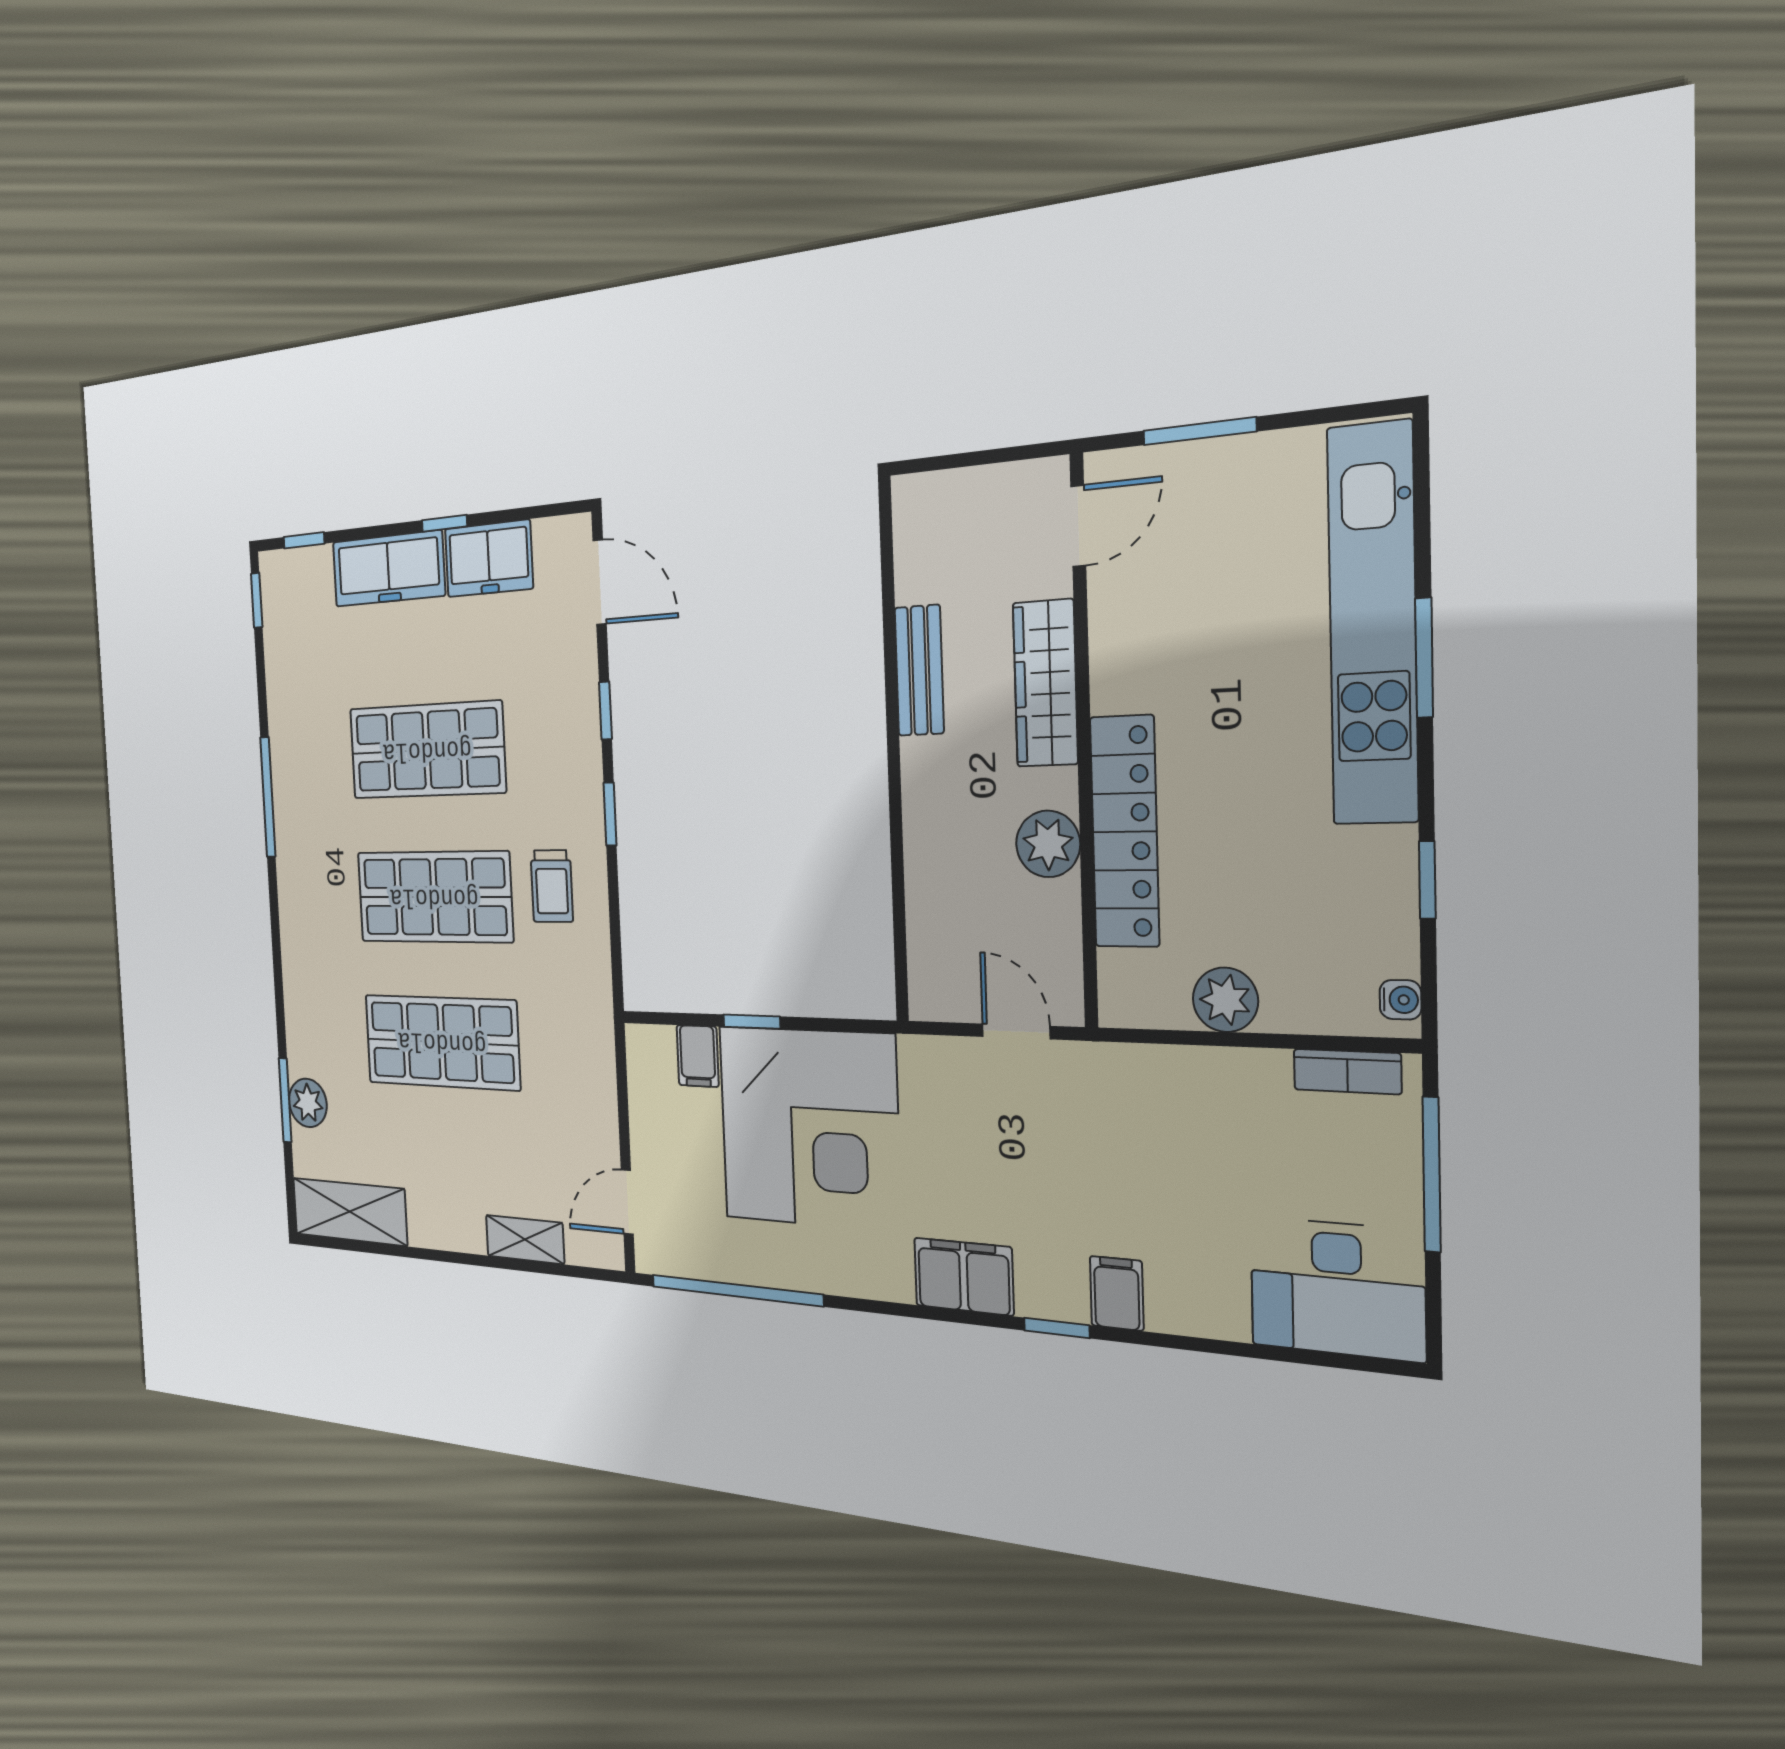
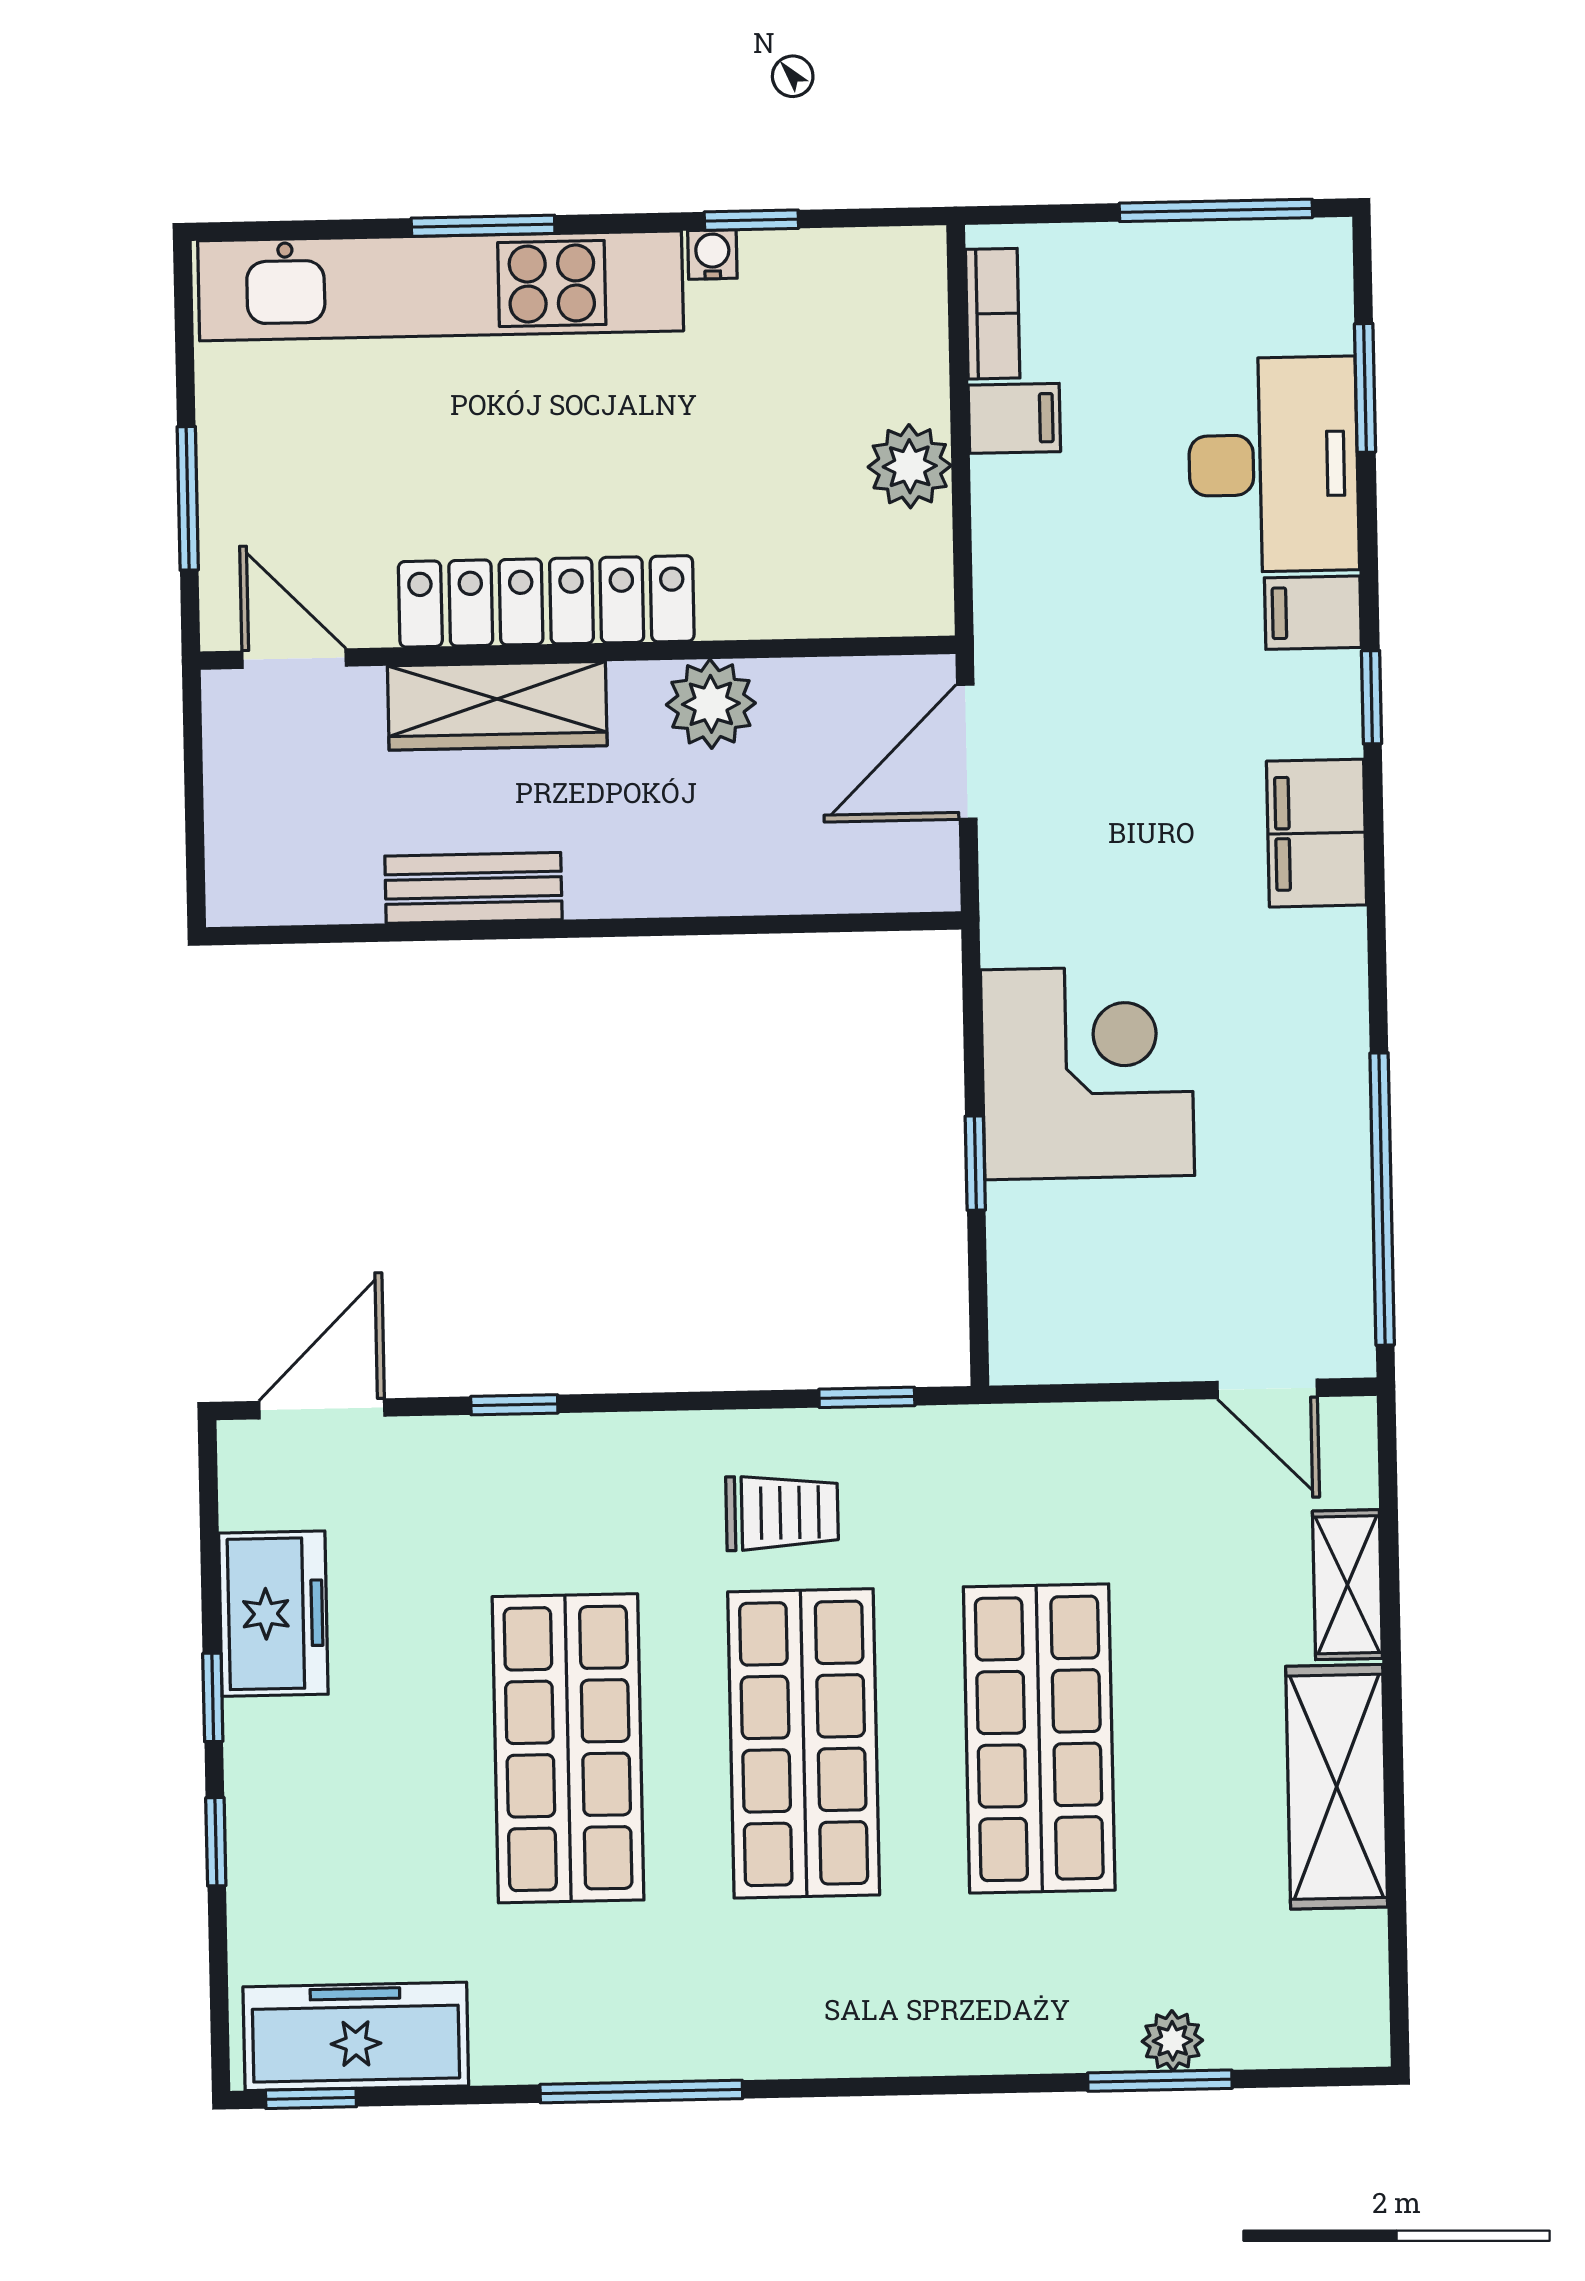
window: (304, 540) -> (216, 1842), moved
freezer: (388, 569) -> (356, 2036), moved, turned -90
window: (610, 814) -> (867, 1397), moved
locker: (1125, 832) -> (546, 601), moved
water cooler: (1400, 1000) -> (712, 254), moved
door: (1016, 1031) -> (967, 752), width x1.38
filing cabinet: (698, 1056) -> (1014, 418), moved
plant: (308, 1103) -> (1172, 2041), width x0.73, depth x0.73
corner desk: (809, 1128) -> (1088, 1073), width x0.74, depth x0.74
window: (1432, 1175) -> (1216, 210), moved
shelving: (350, 1212) -> (1337, 1787), moved
desk: (1337, 1289) -> (1273, 465), moved
window: (1287, 1355) -> (1365, 388), added

